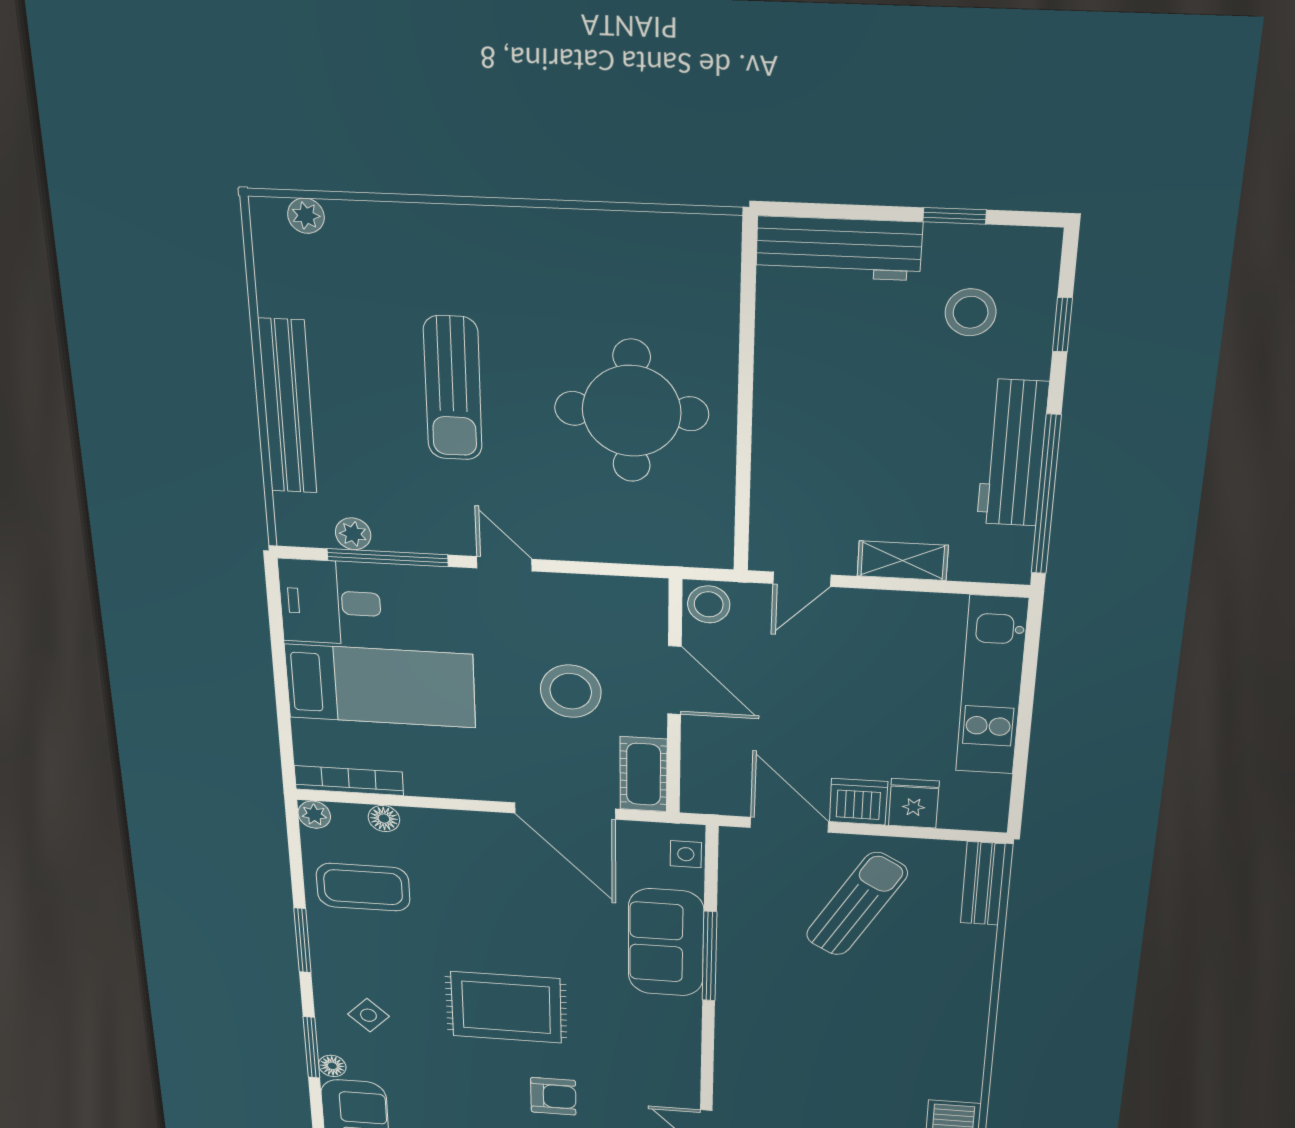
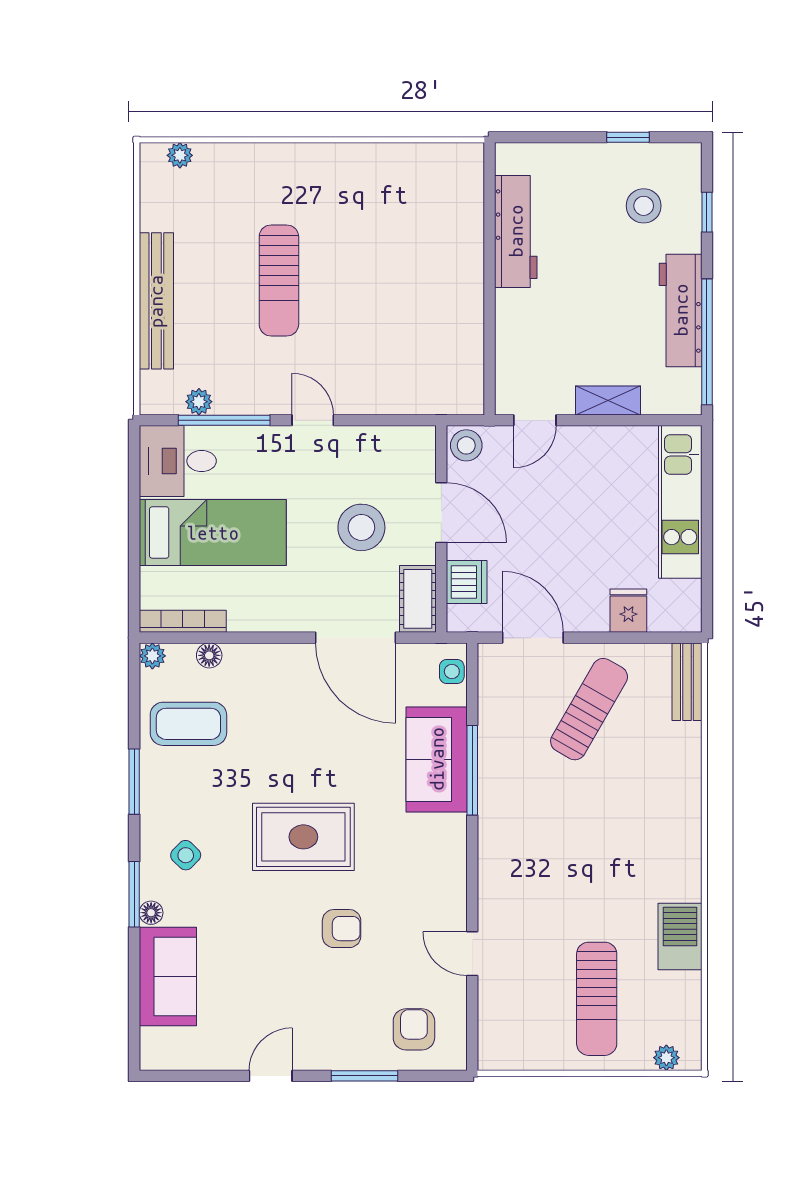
workbench: (839, 248) -> (516, 231), moved, turned -90
round table: (632, 411) -> (408, 292), removed
dishwasher: (858, 802) -> (467, 582), moved, turned 90

